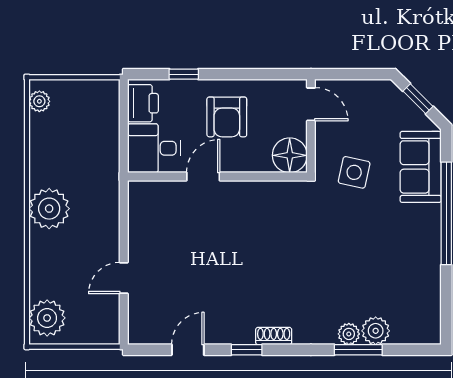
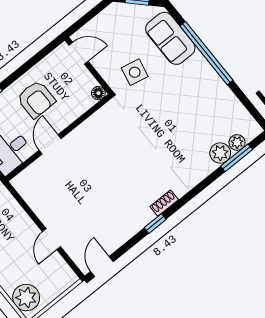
floor lamp: (290, 155) -> (98, 93), width x0.53, depth x0.53
plant: (349, 334) -> (237, 142), moved
door: (188, 350) -> (102, 266), moved
window: (358, 350) -> (237, 158), moved

